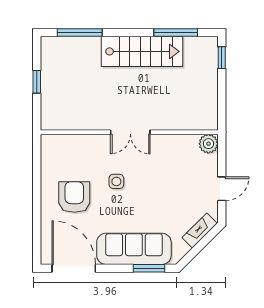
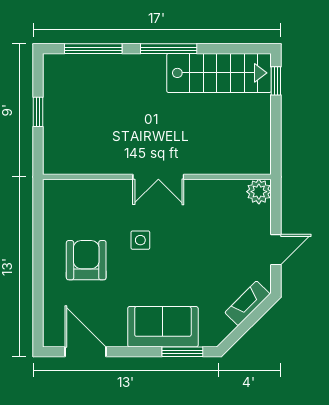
window: (176, 32) -> (169, 49), moved
stairs: (142, 51) -> (219, 73), moved
sofa: (134, 249) -> (163, 327), width x0.73
door: (74, 268) -> (86, 352), width x0.73

